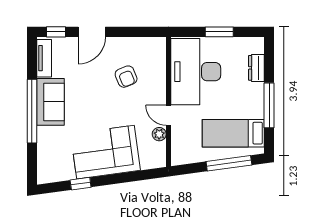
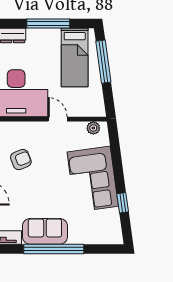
door: (168, 115) -> (58, 119), swing flipped
plant: (159, 134) -> (93, 128), moved

